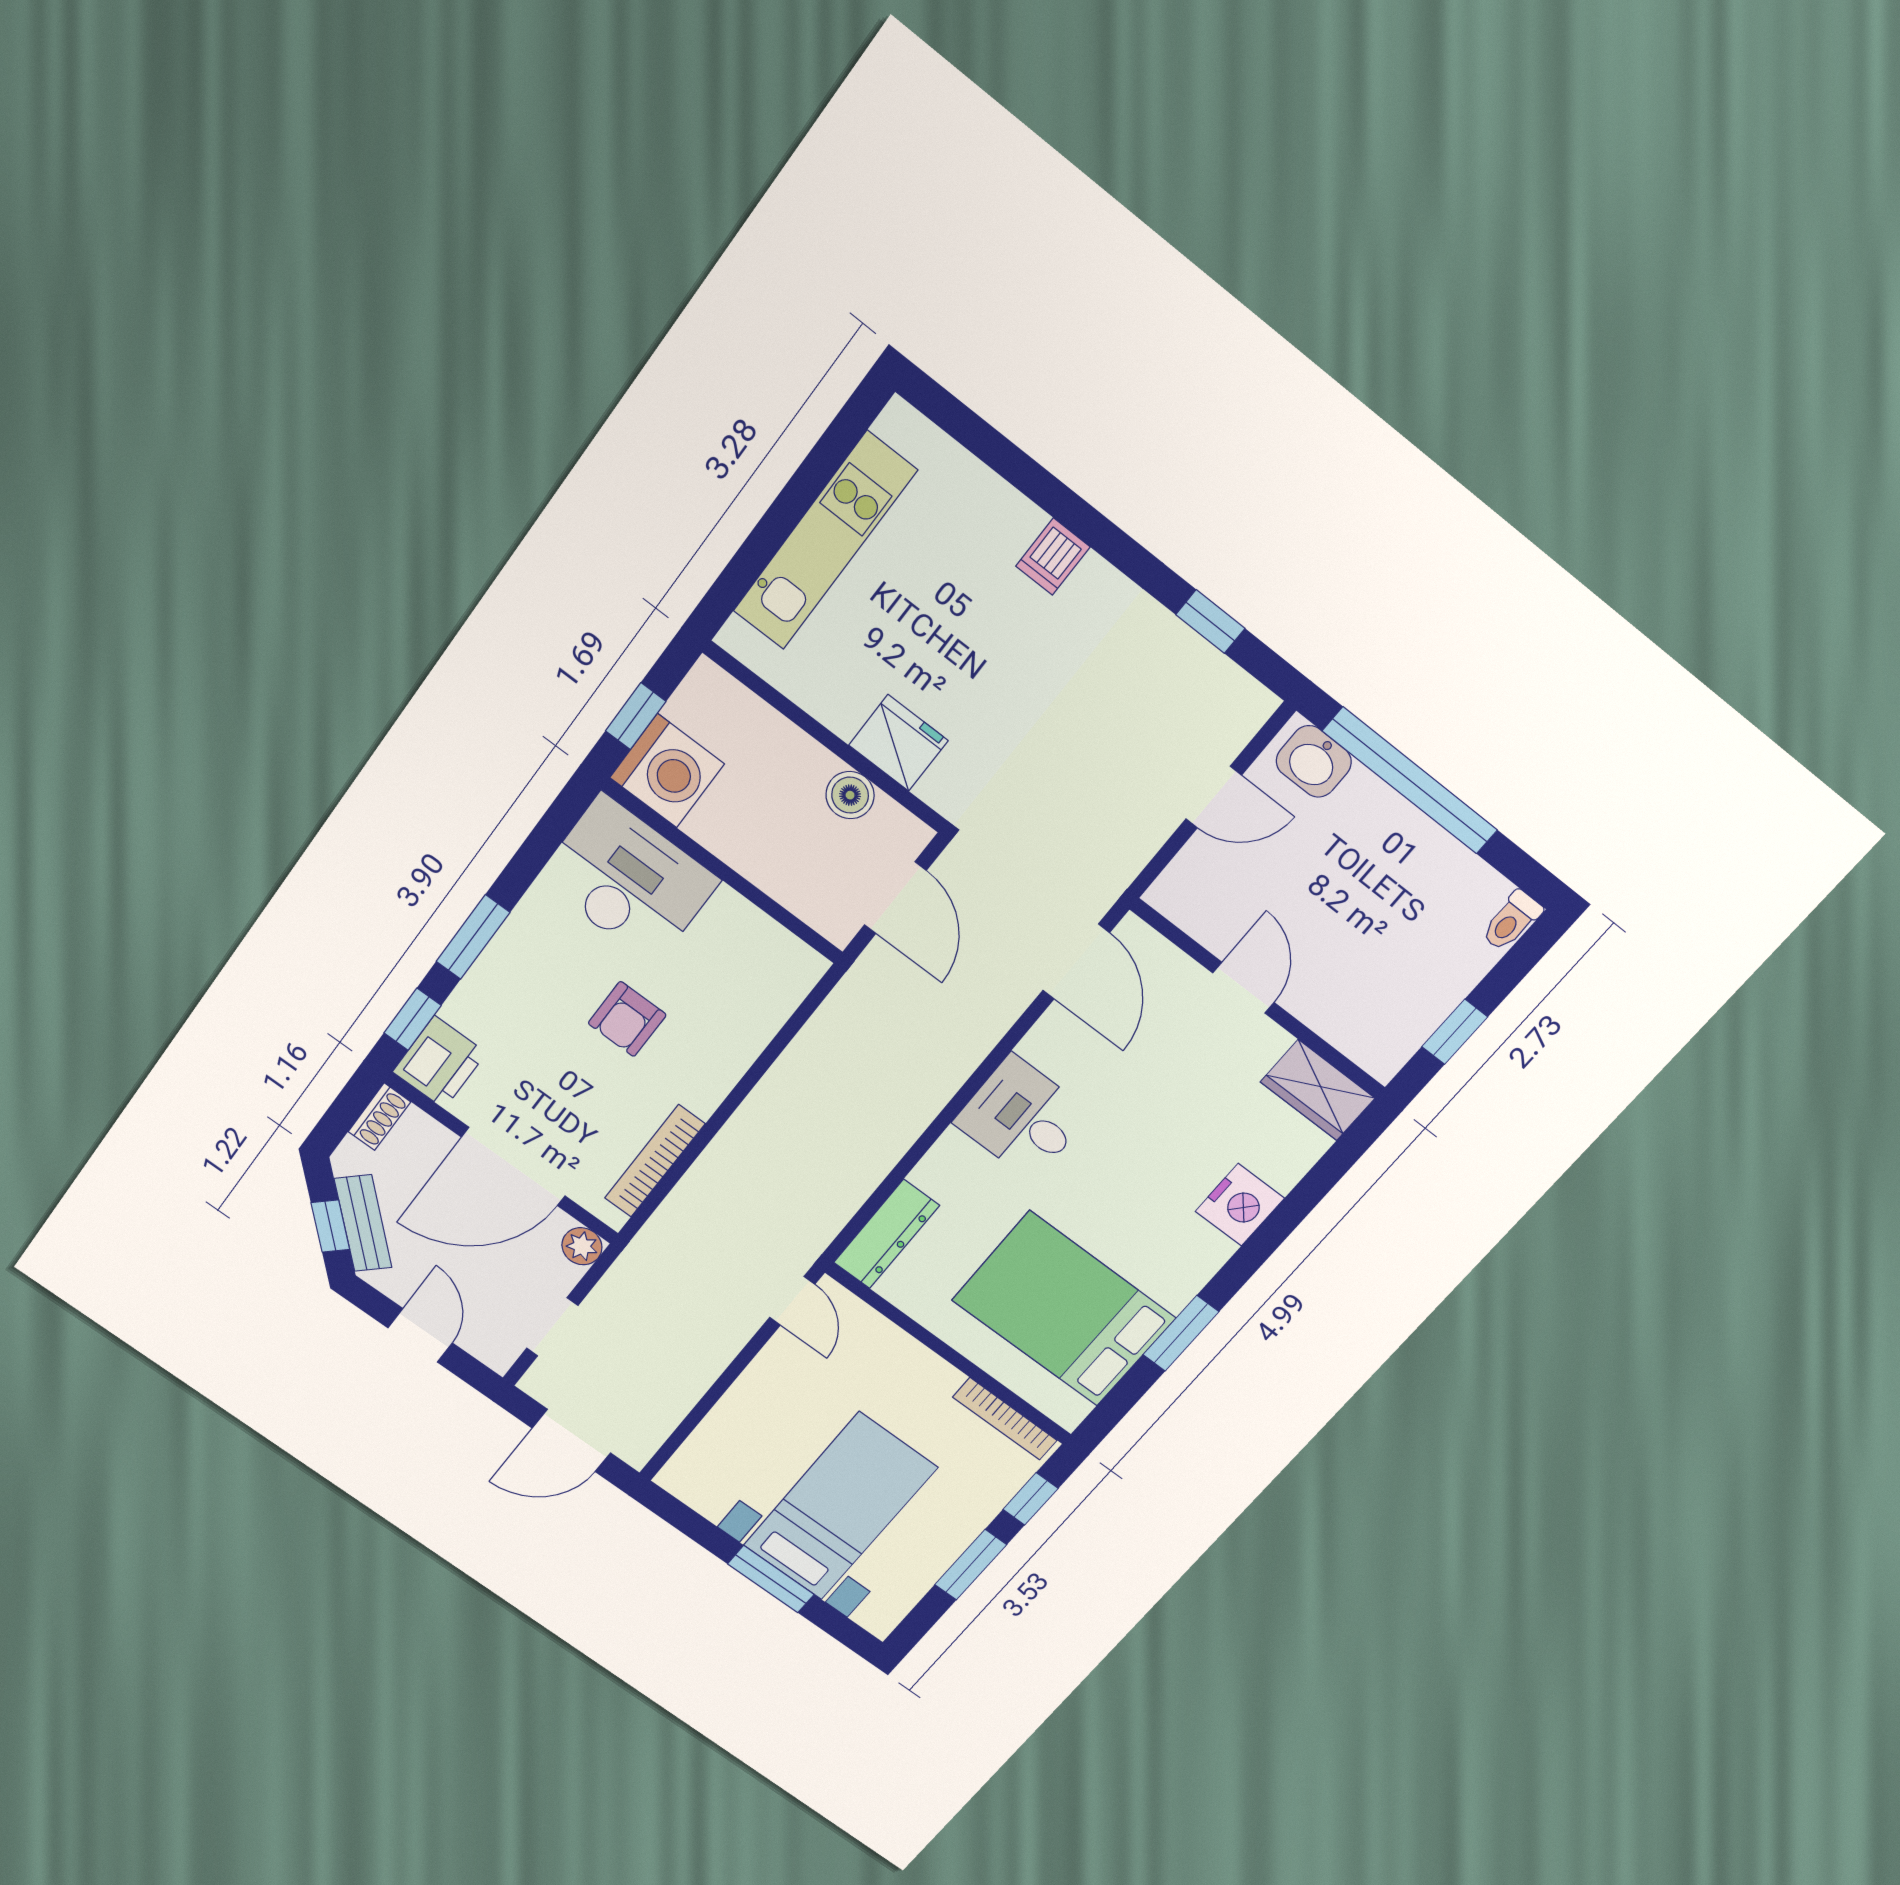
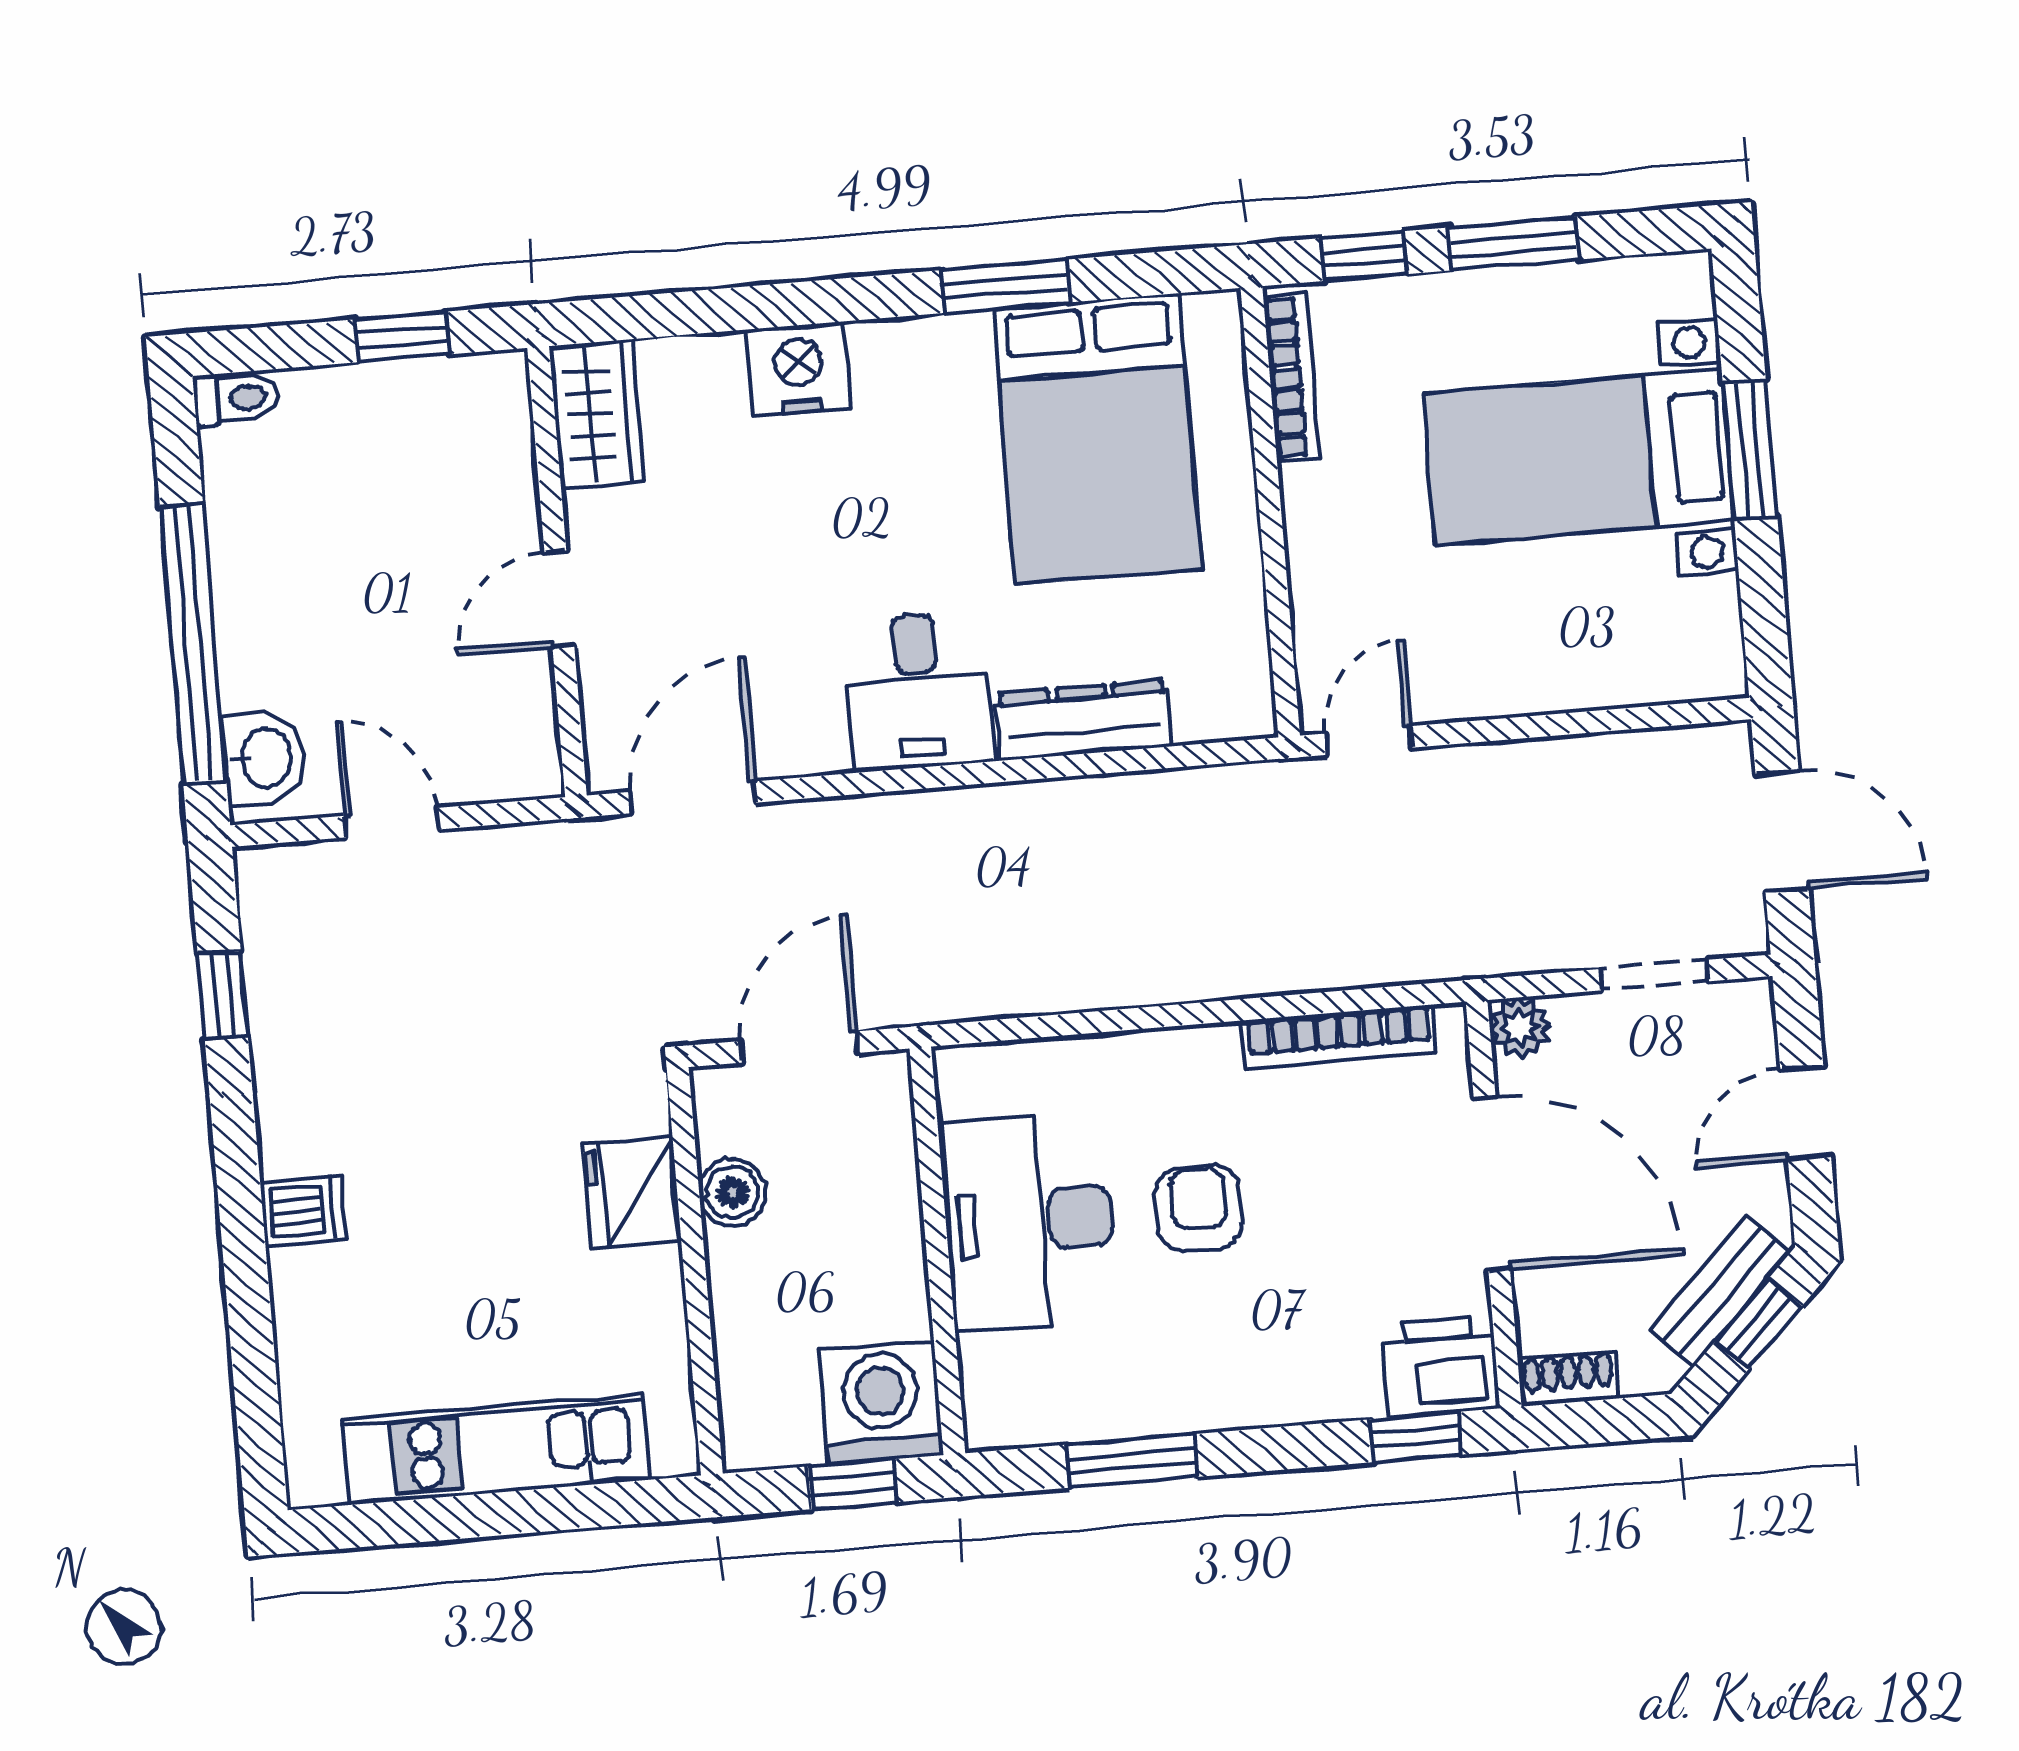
desk: (628, 880) -> (1029, 1221), moved
window: (473, 937) -> (1132, 1461), moved
armchair: (627, 1019) -> (1199, 1208), turned -90
dresser: (886, 1234) -> (1083, 720), moved

